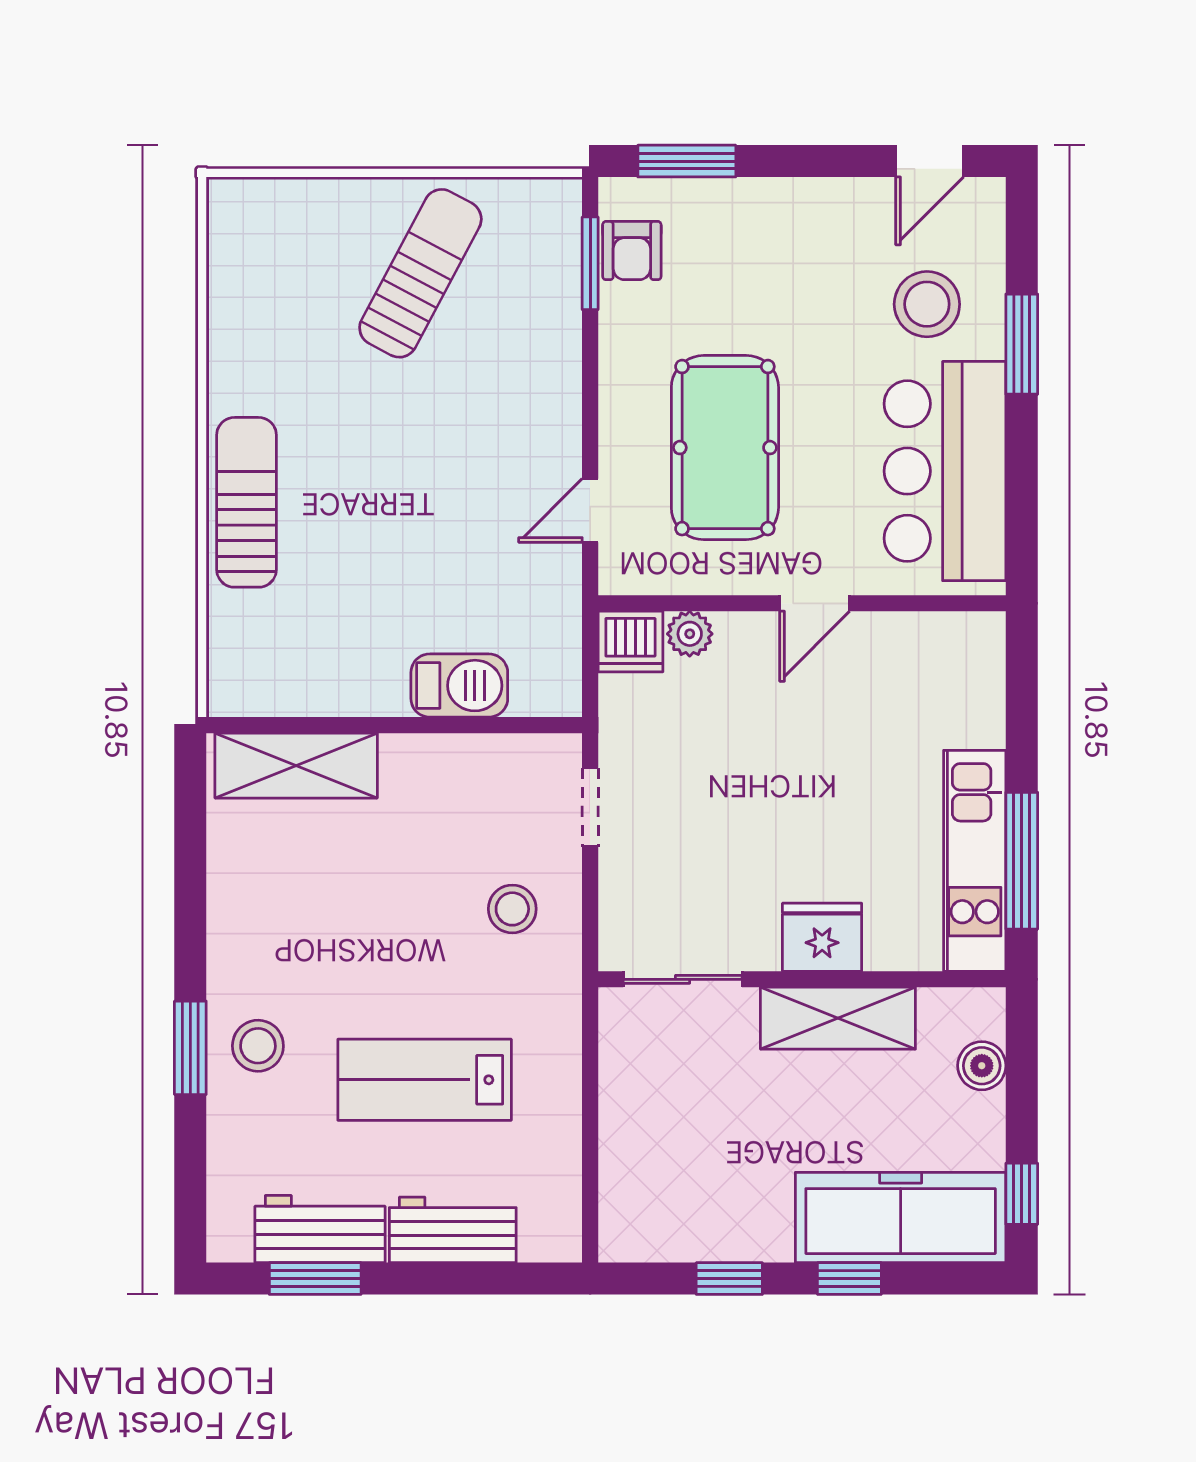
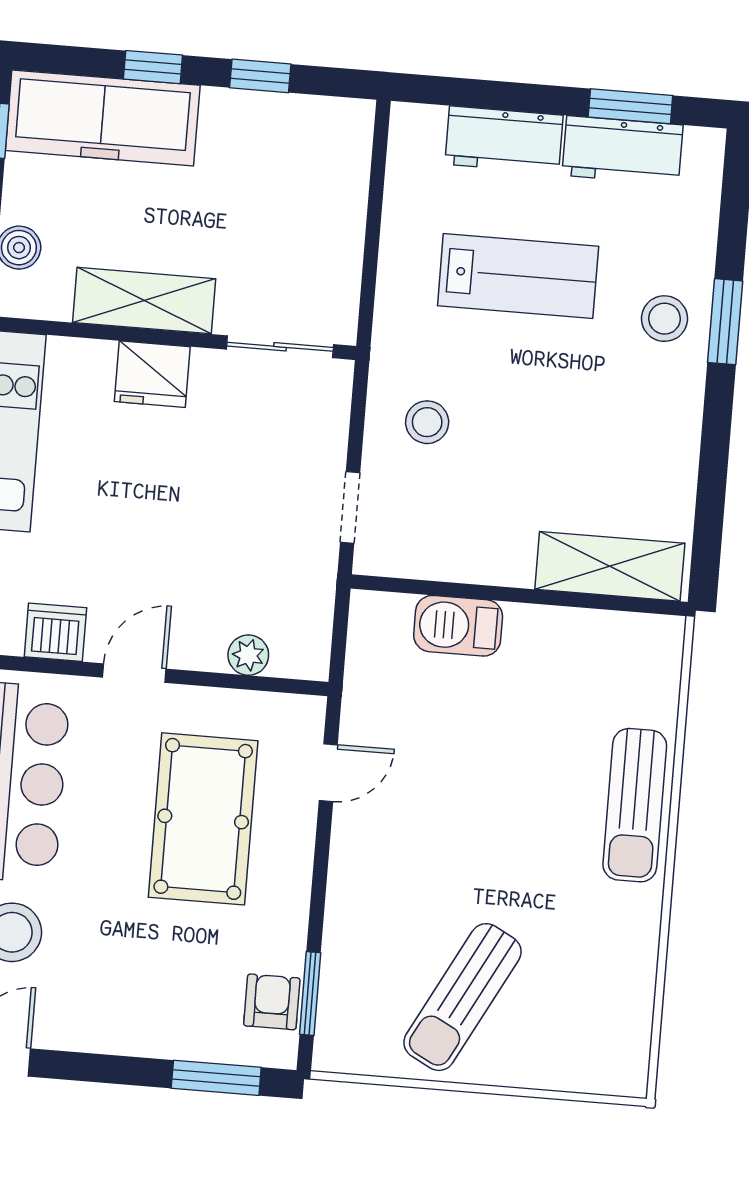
dishwasher: (630, 642) -> (55, 632), moved

